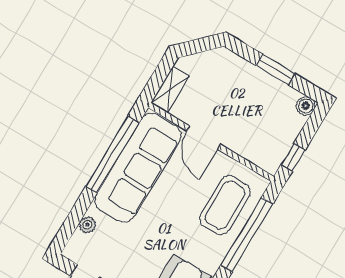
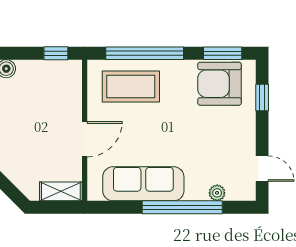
window: (112, 155) -> (182, 207), moved
sofa: (138, 168) -> (143, 184), width x0.74, depth x0.79

